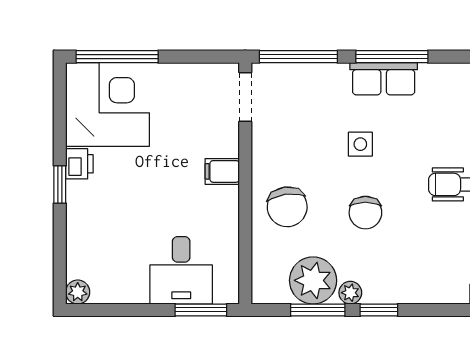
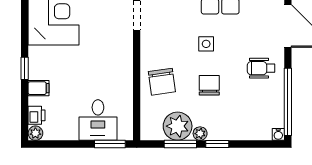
printer: (79, 164) -> (37, 115), moved
filing cabinet: (222, 171) -> (39, 88), moved, turned 180
chair: (365, 213) -> (209, 85), turned 180

